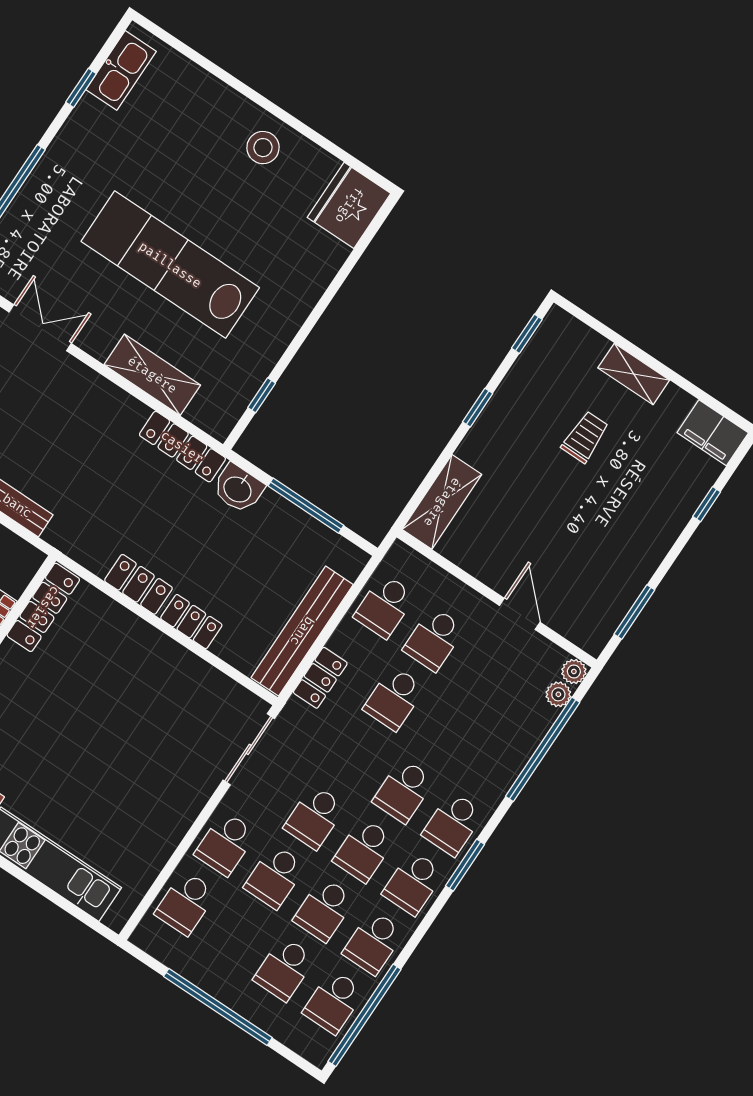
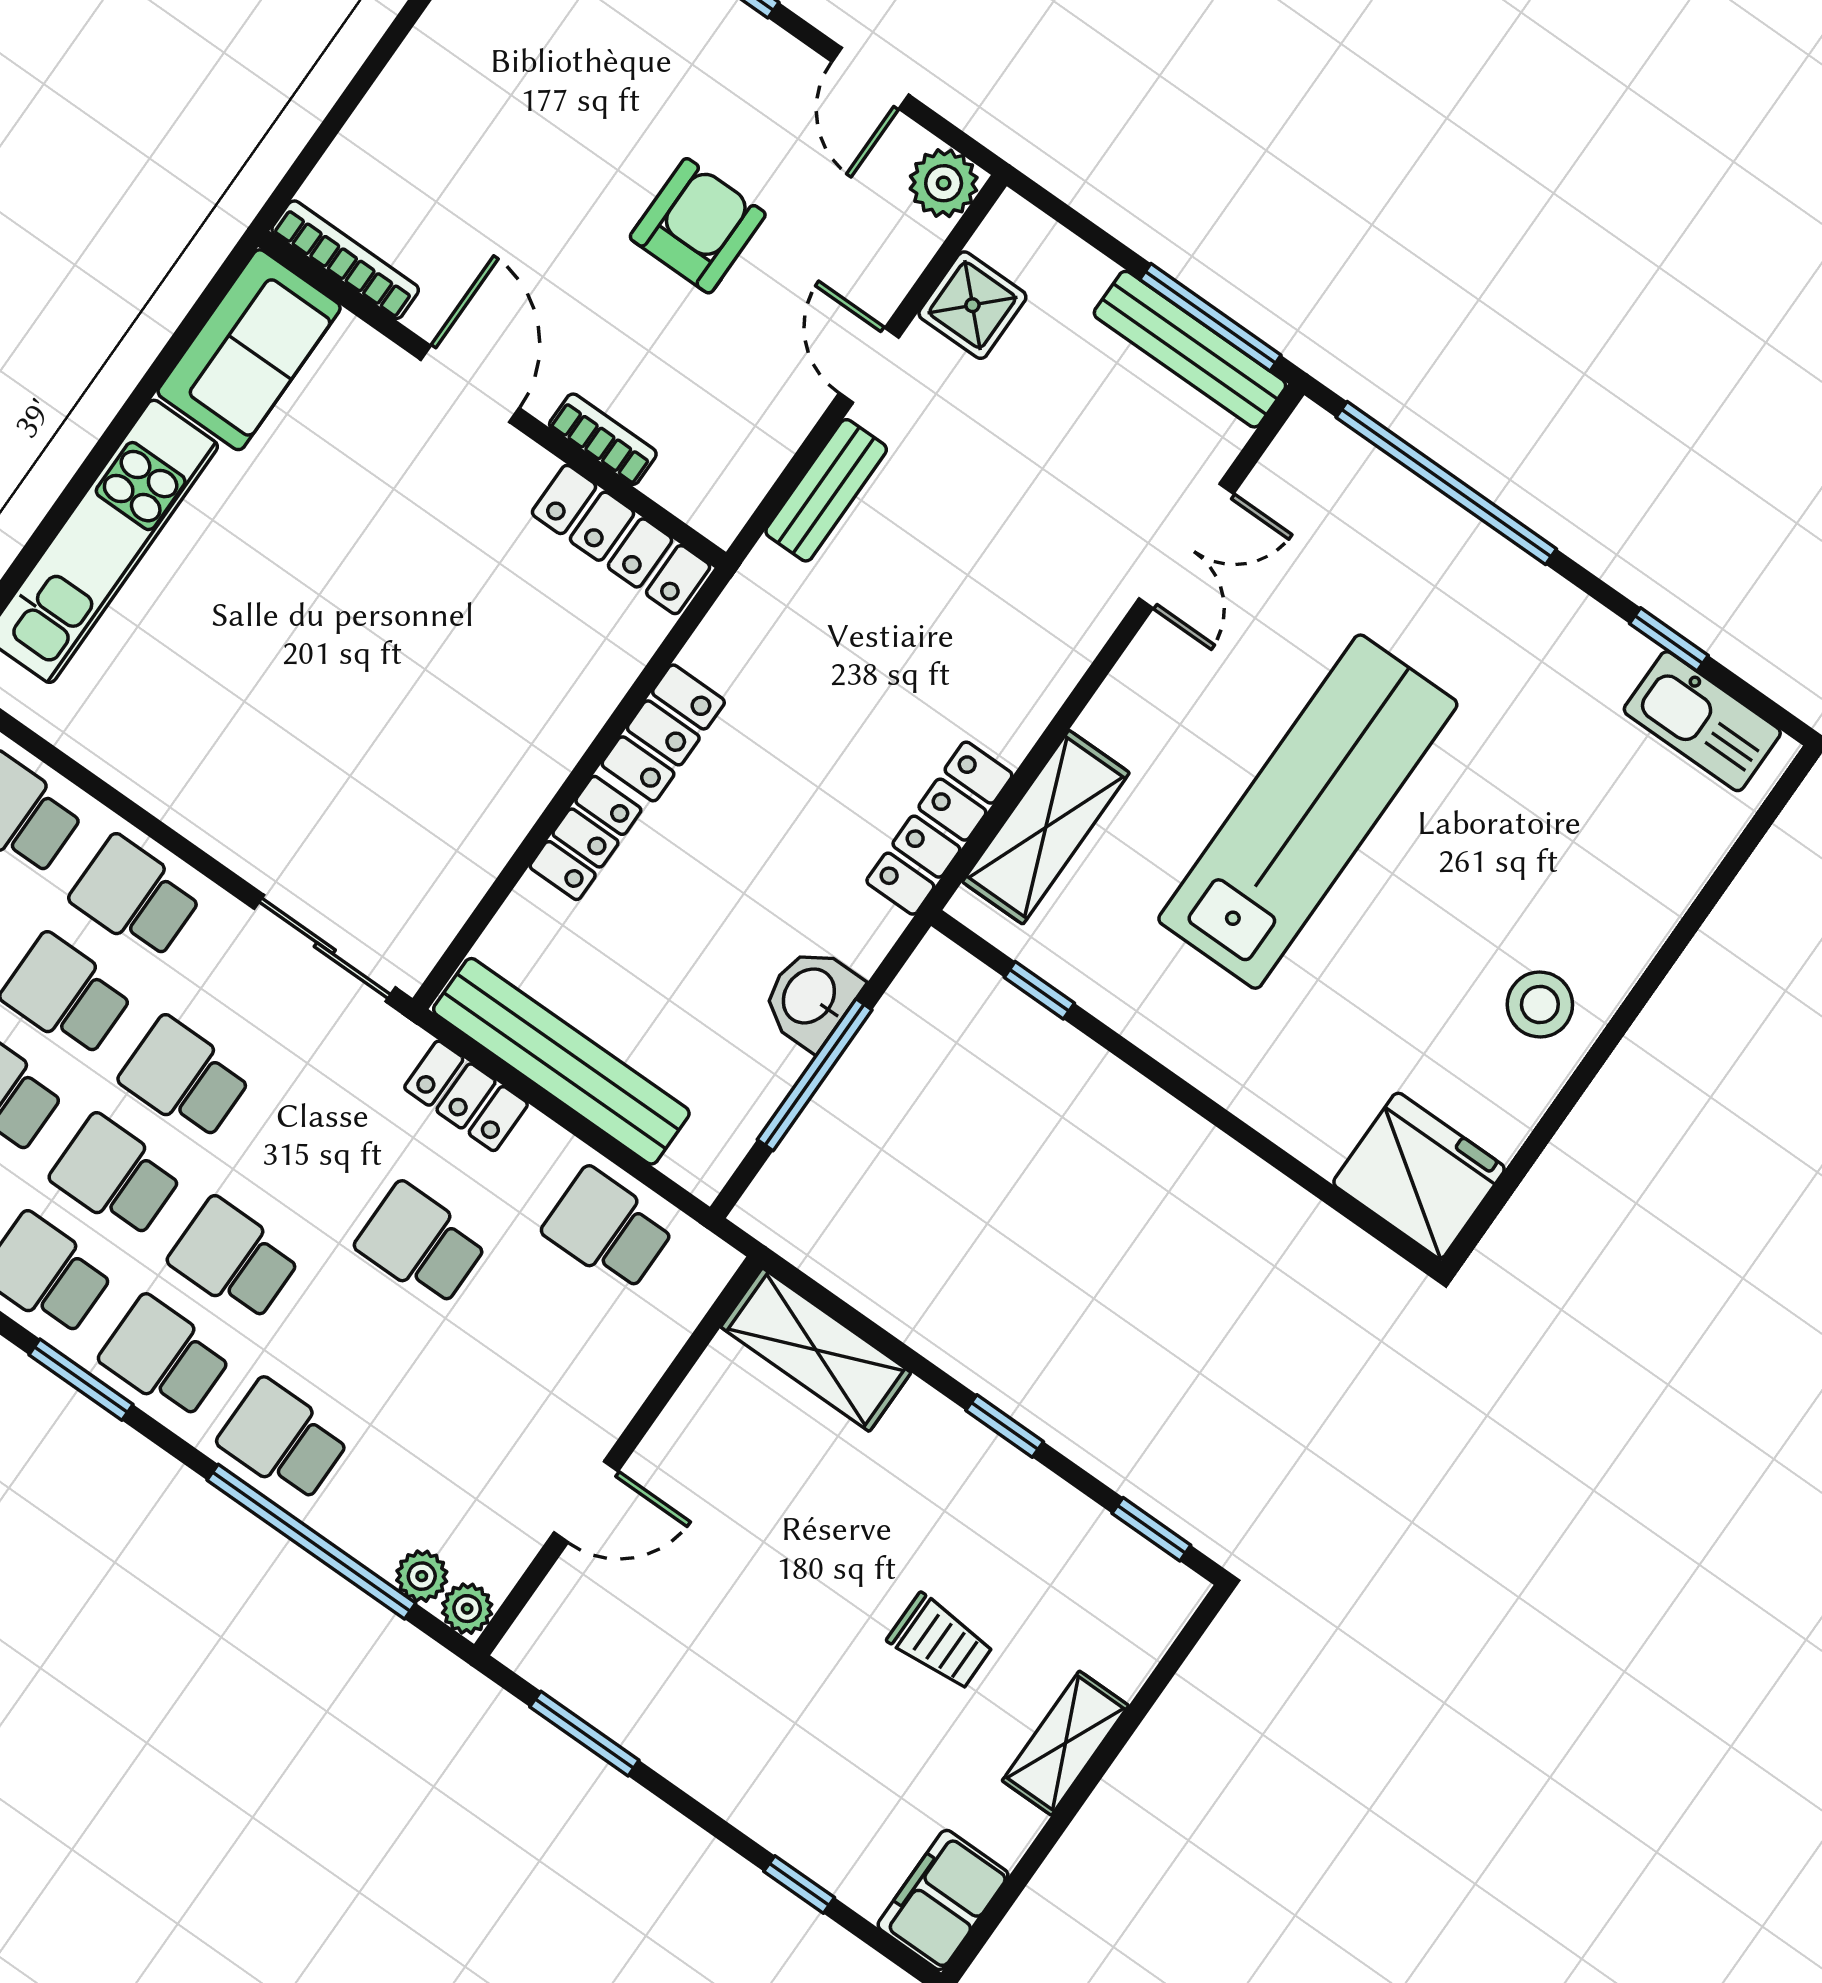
shelving: (152, 375) -> (1046, 827), moved
washbasin: (238, 489) -> (811, 997), moved
school desk: (434, 639) -> (283, 1440), moved

